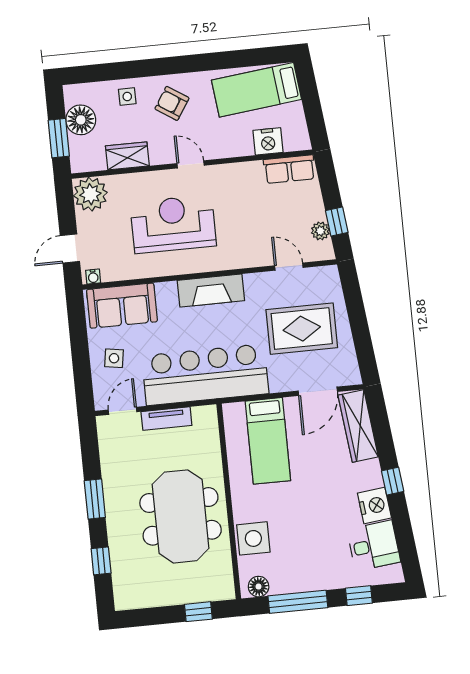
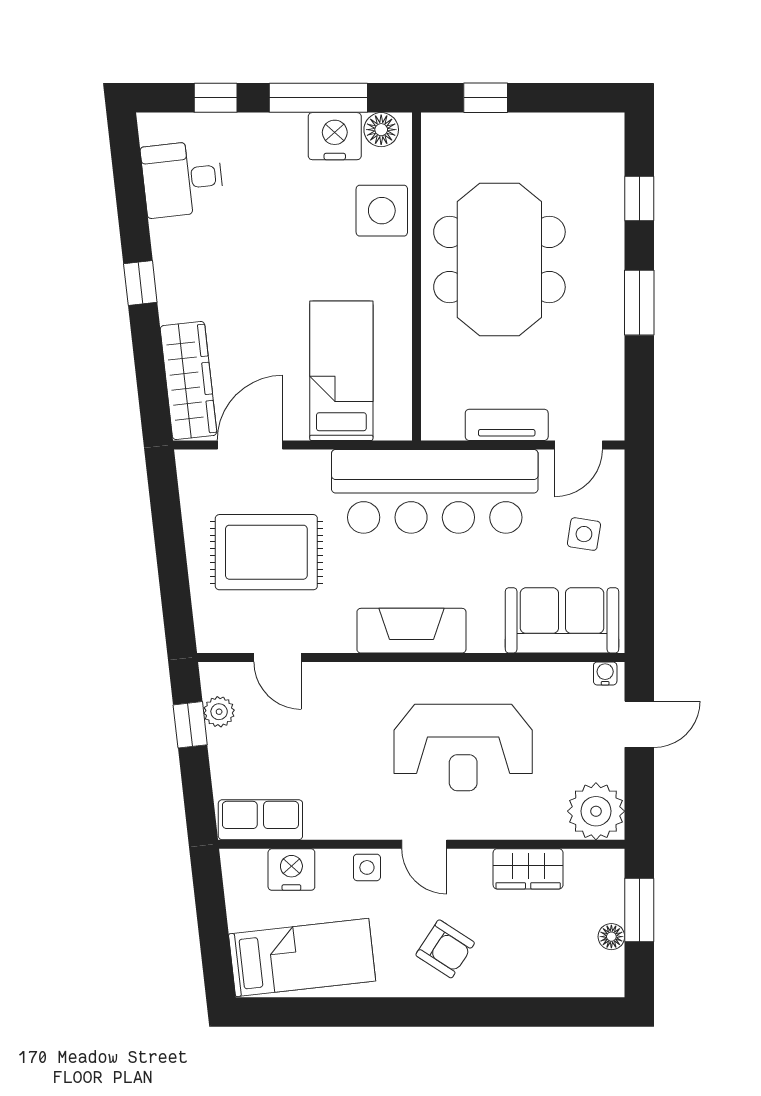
side table: (127, 96) -> (367, 867), moved
floor lamp: (81, 120) -> (611, 937), width x0.53, depth x0.53
nightstand: (374, 505) -> (335, 136), moved, turned 96

